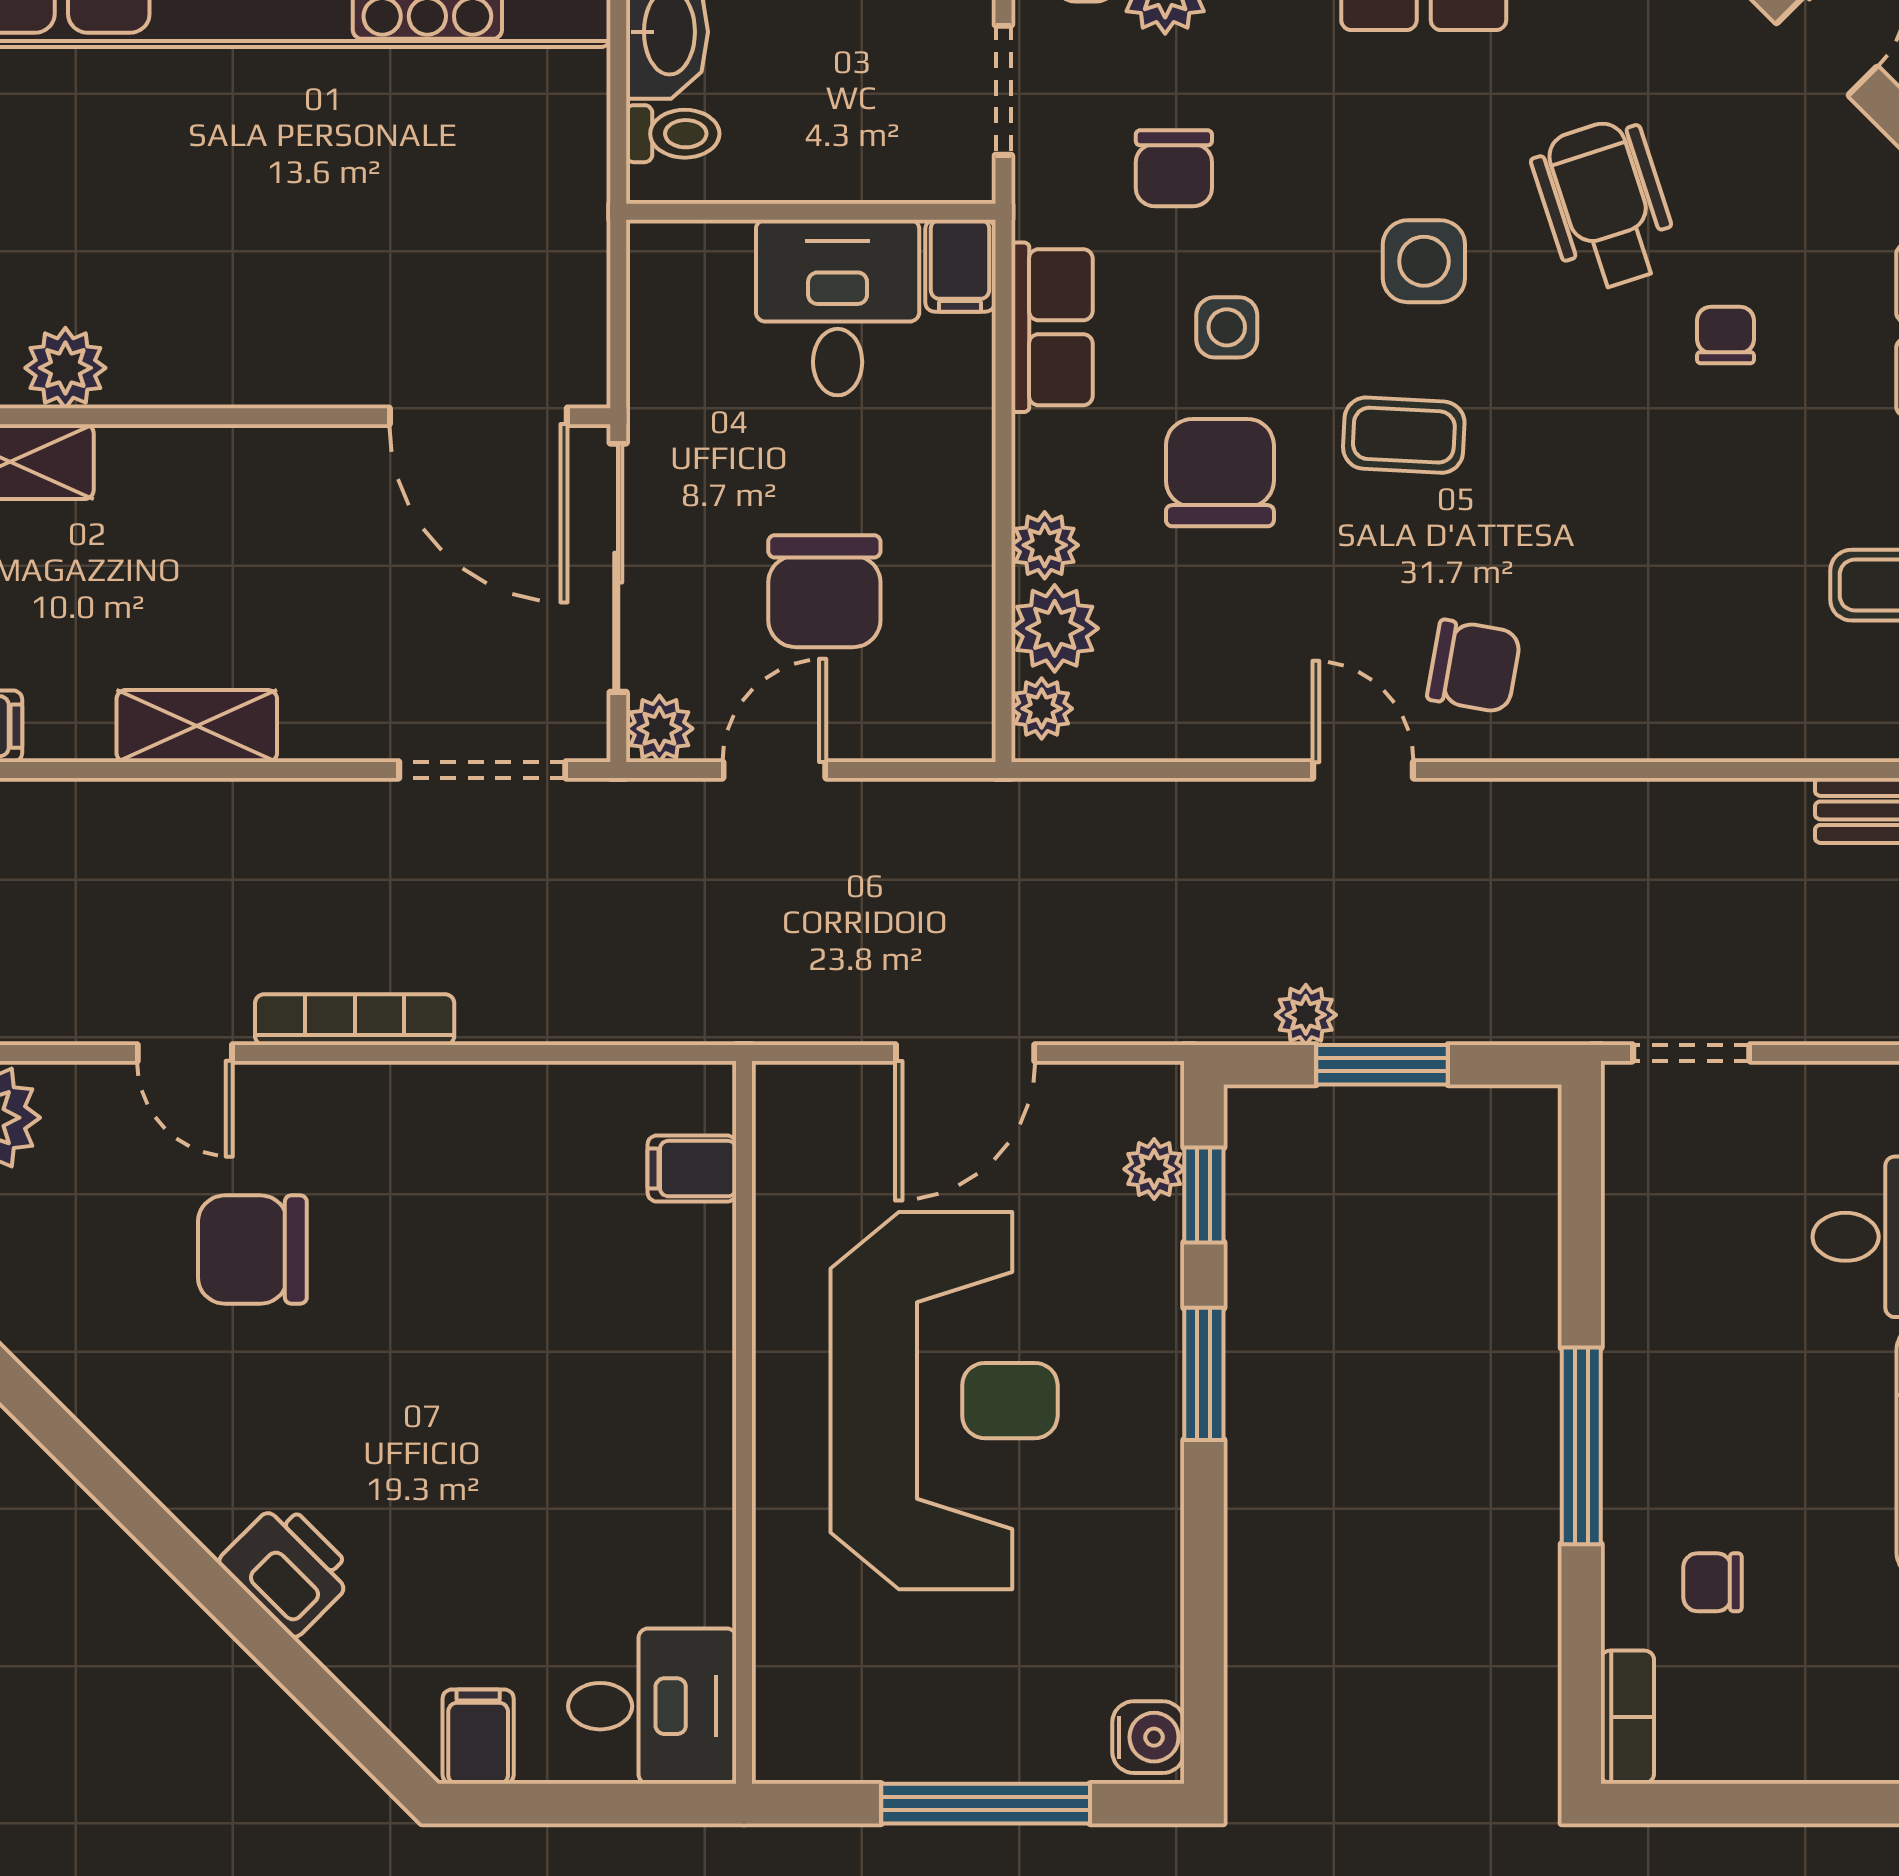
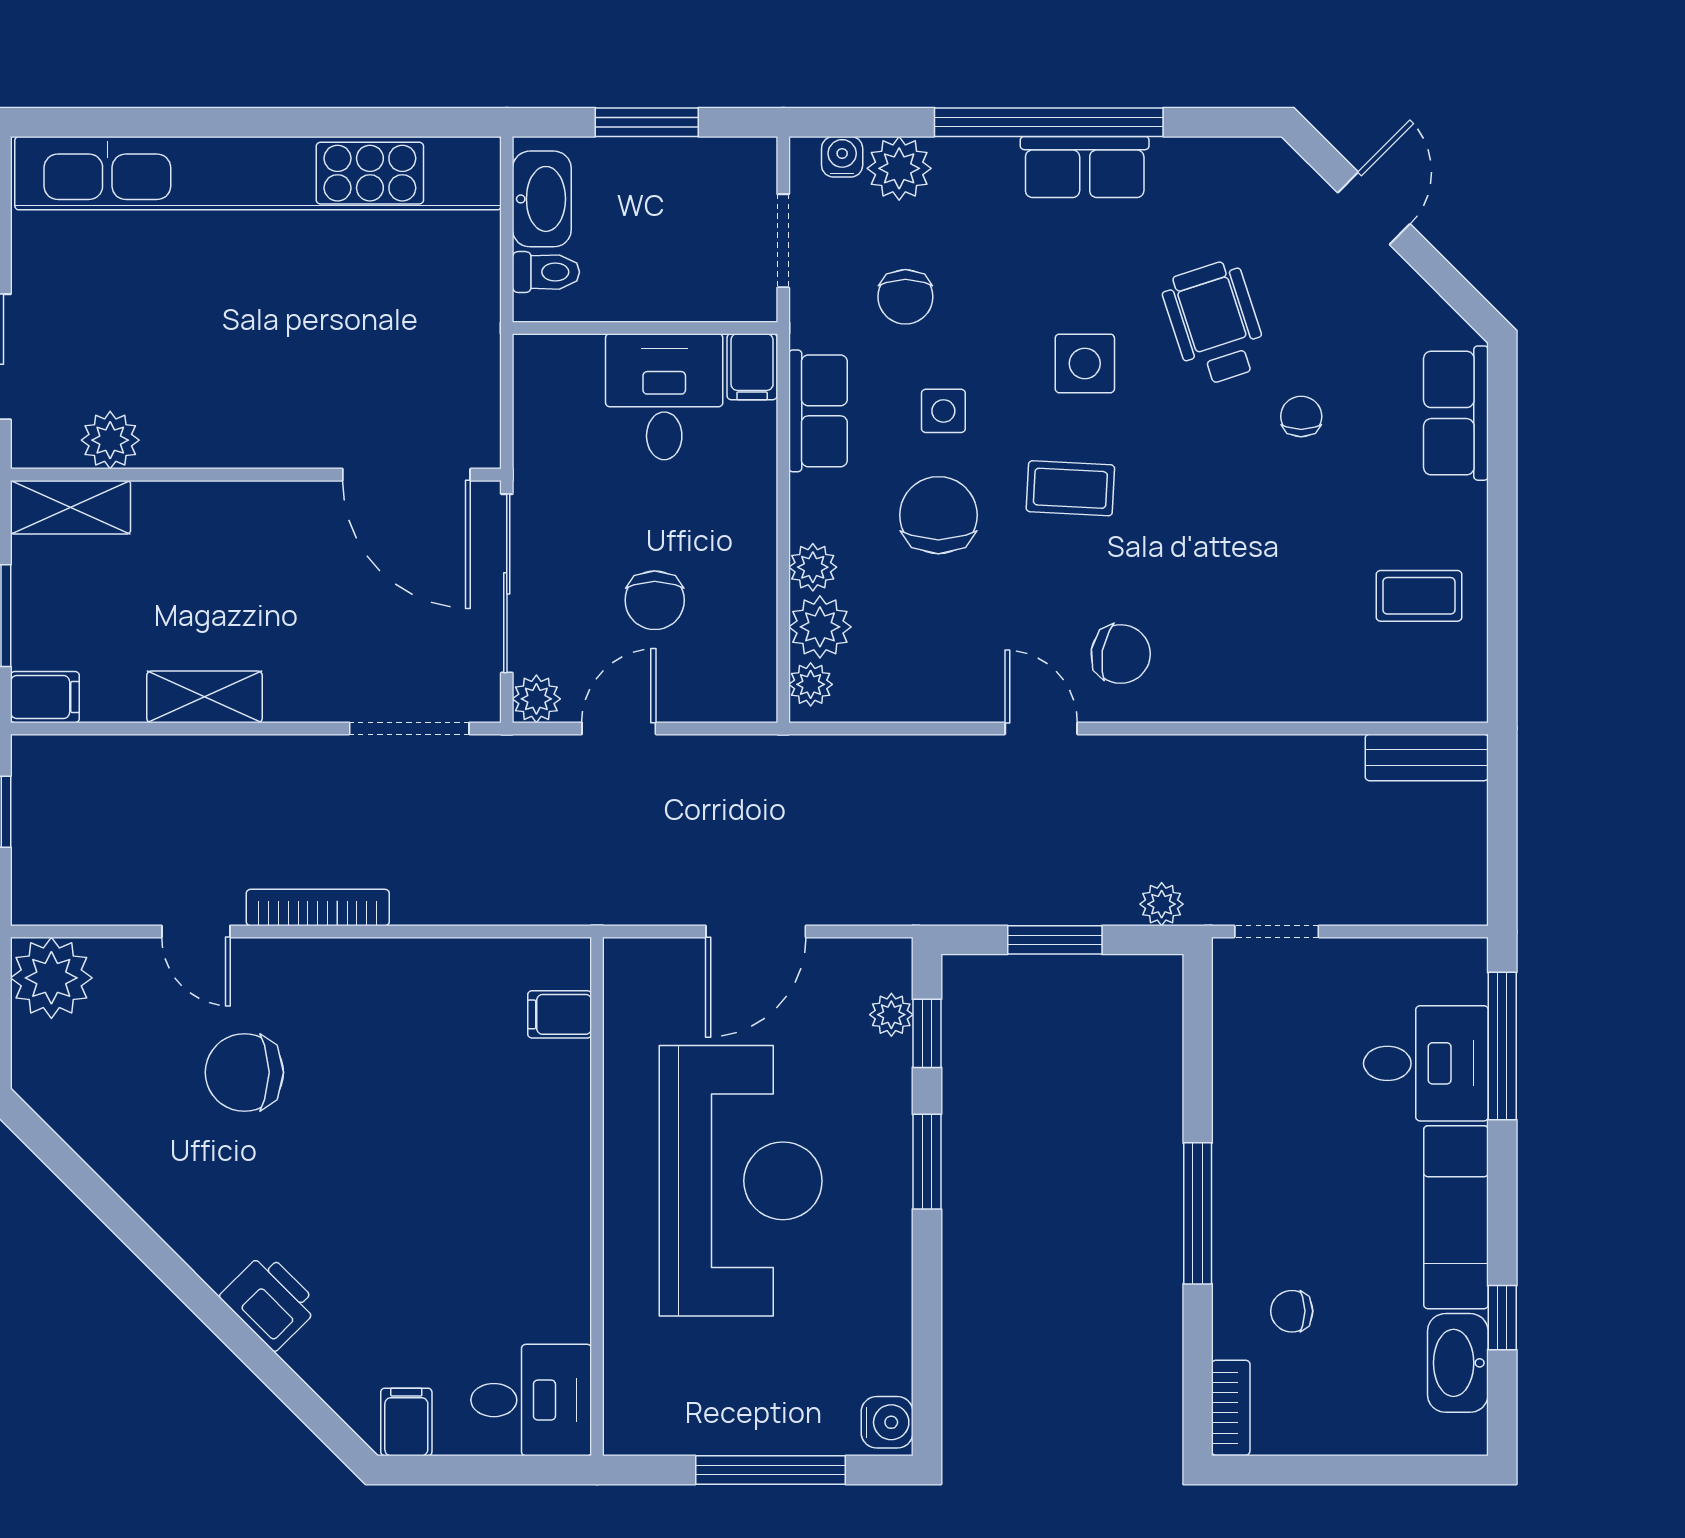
chair: (824, 591) -> (655, 600), width x0.73, depth x0.73
plant: (1306, 1015) -> (1162, 904), moved

